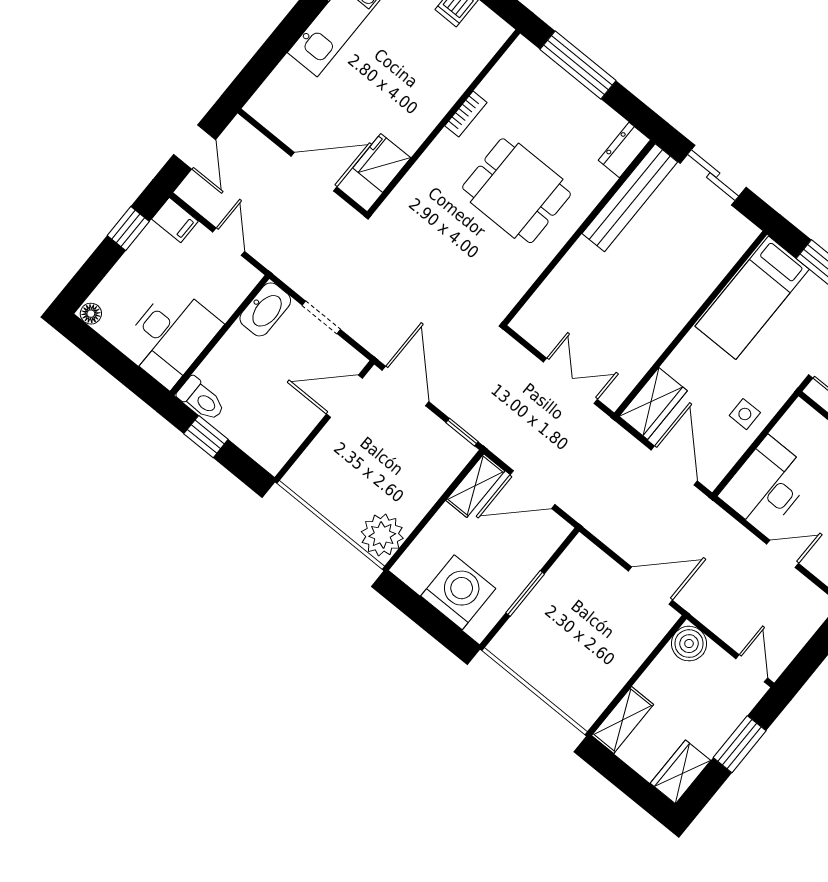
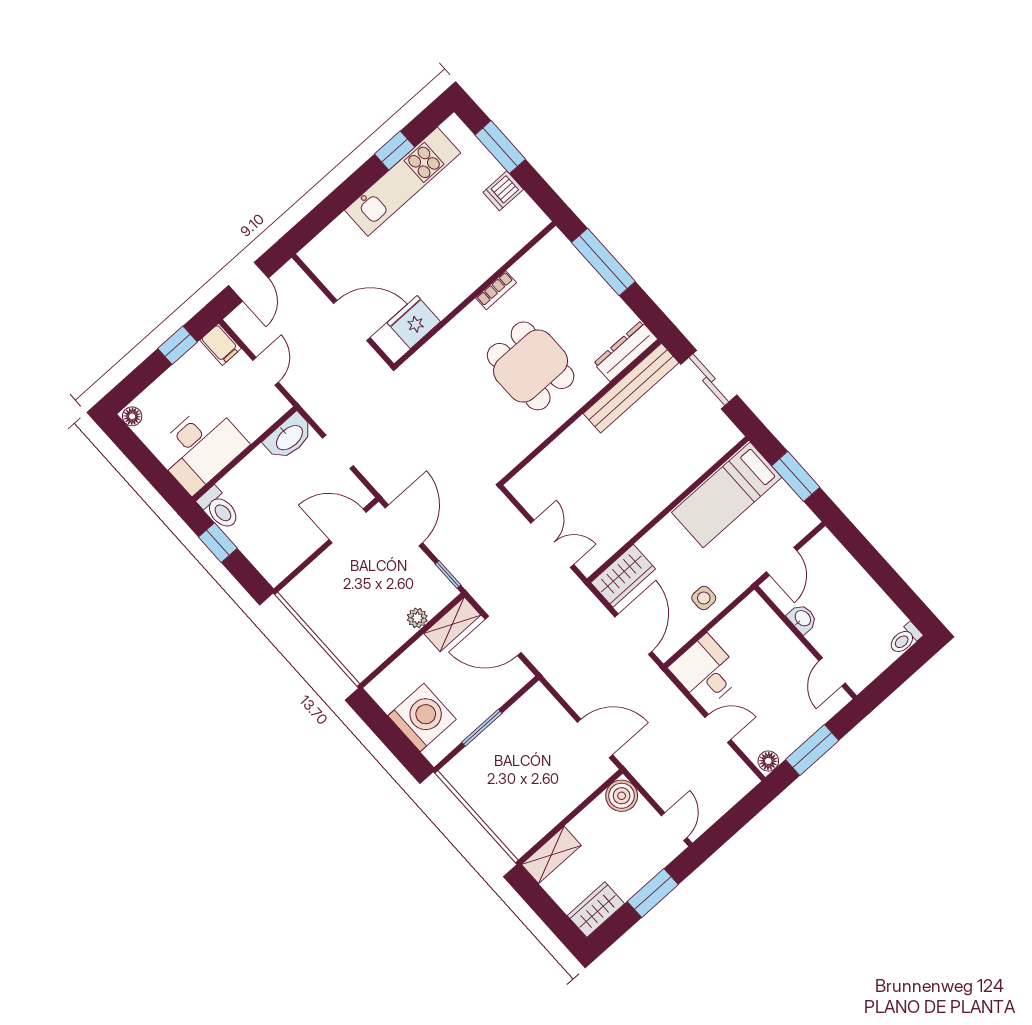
dresser: (624, 150) -> (626, 351), width x1.44
desk: (767, 485) -> (706, 671), width x0.73
plant: (382, 535) -> (417, 618), moved, width x0.53, depth x0.53

